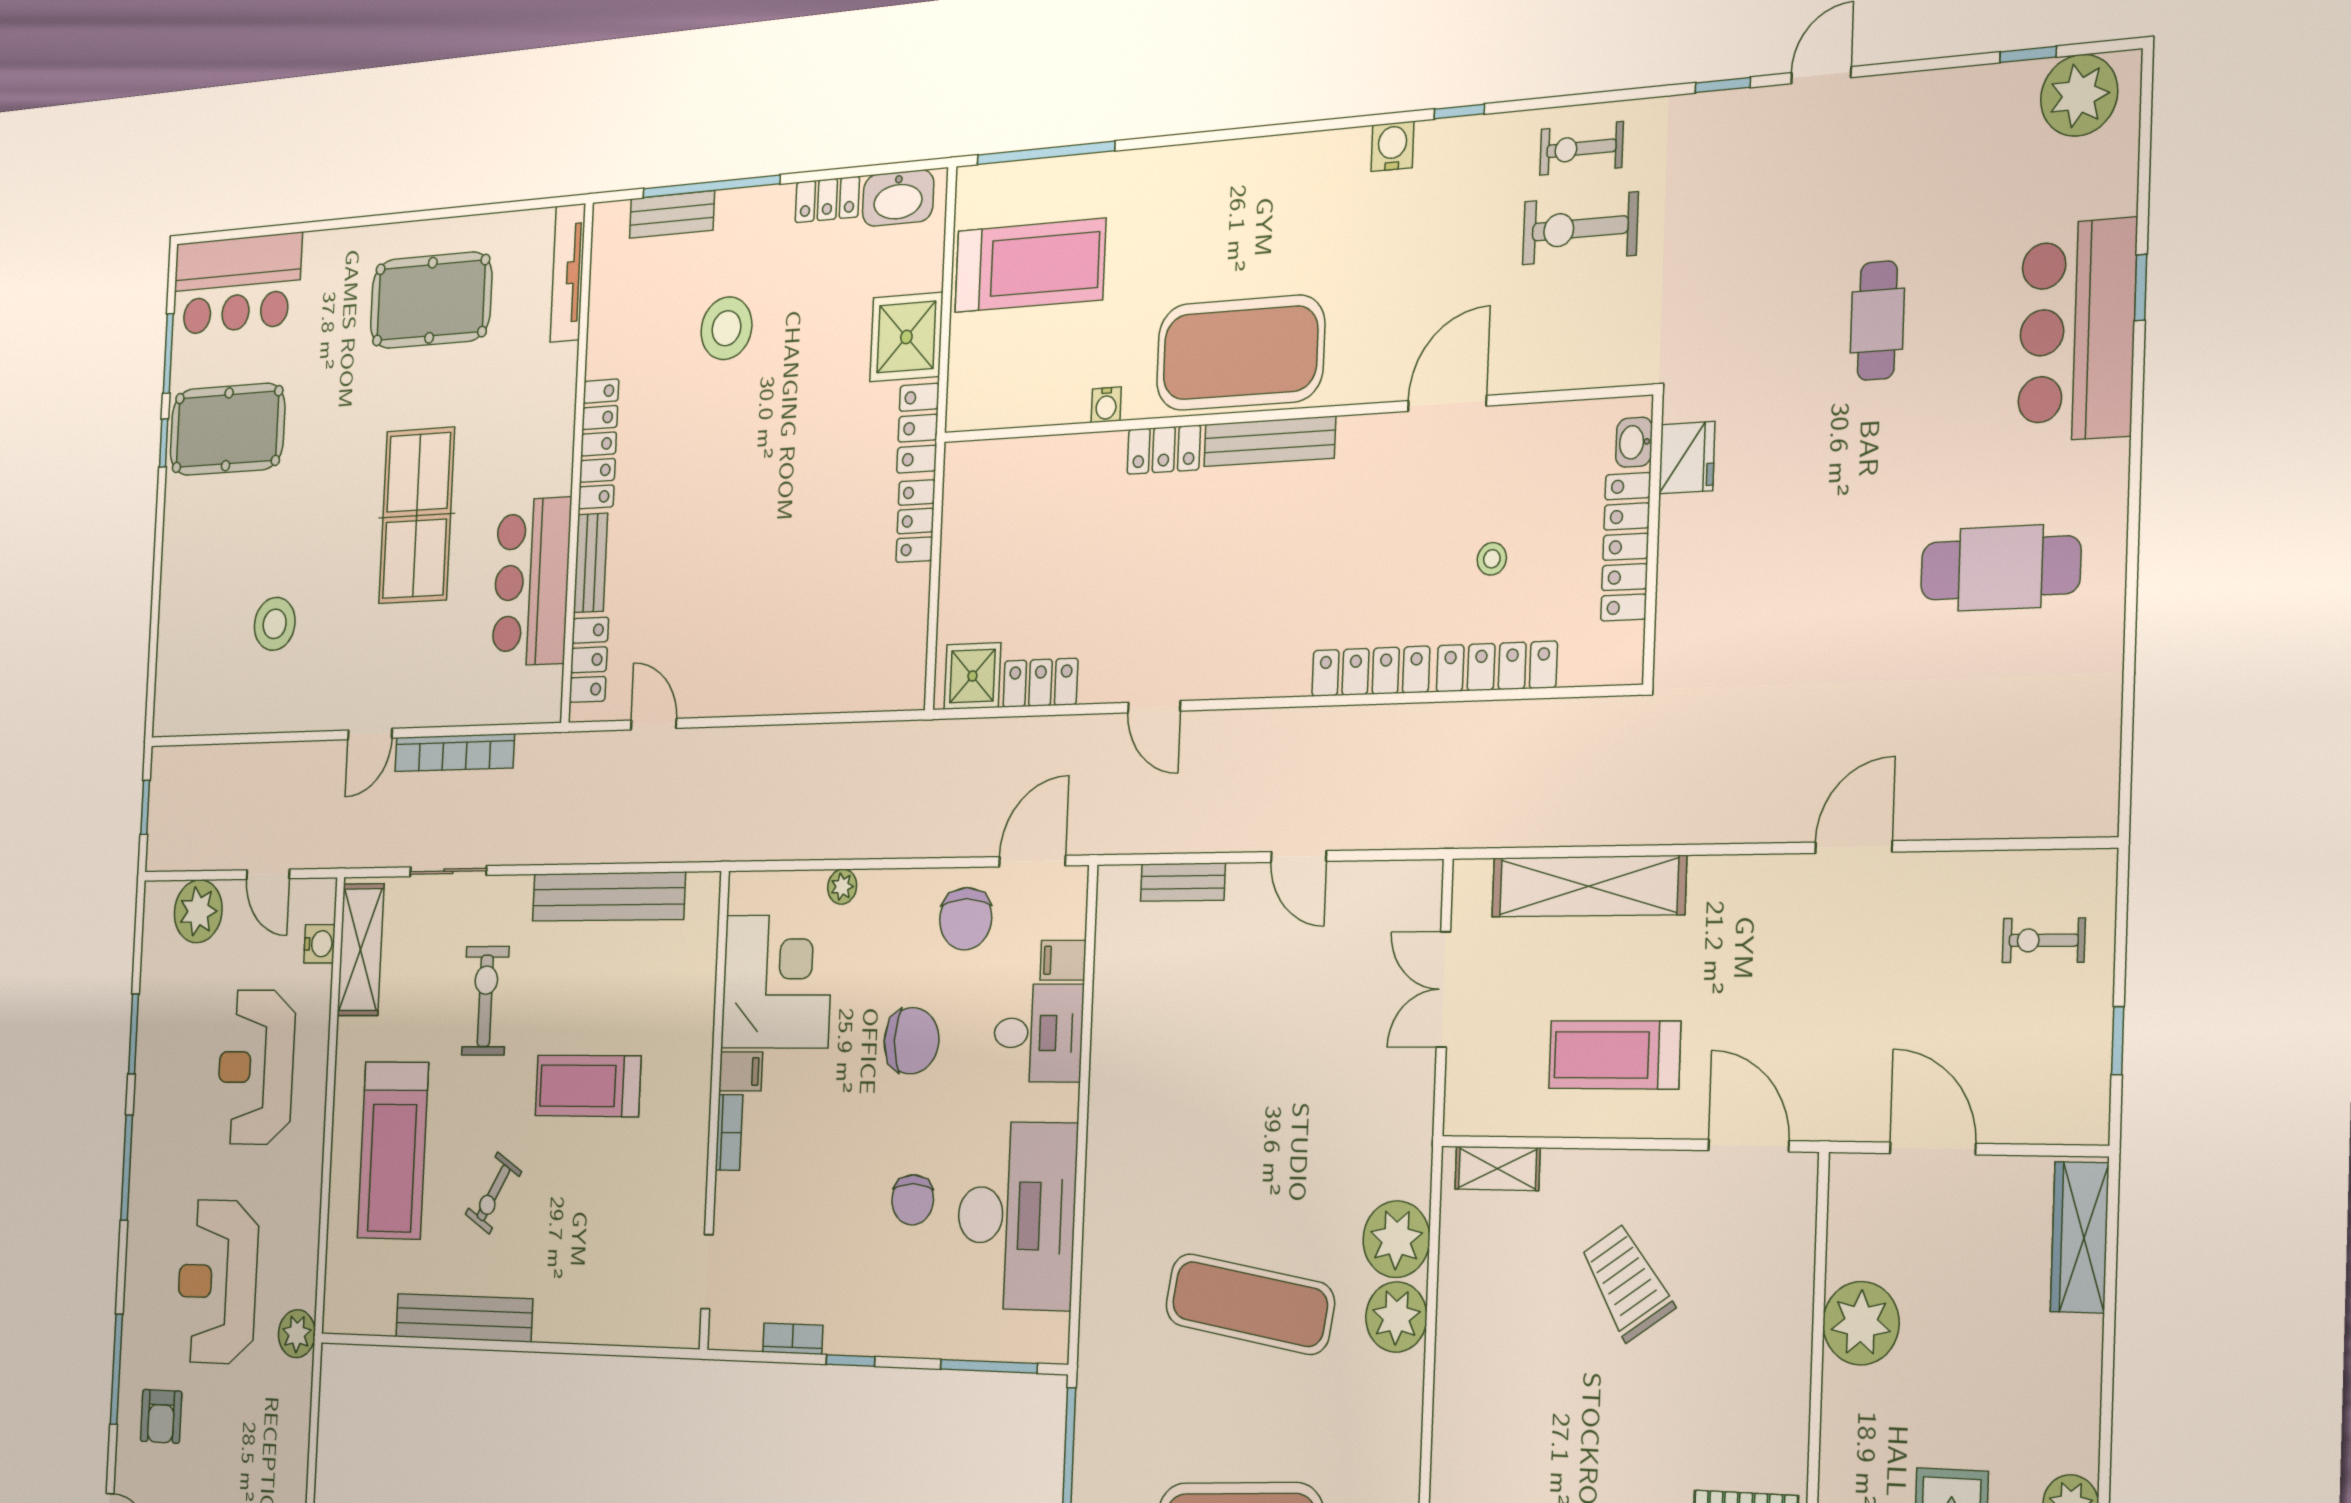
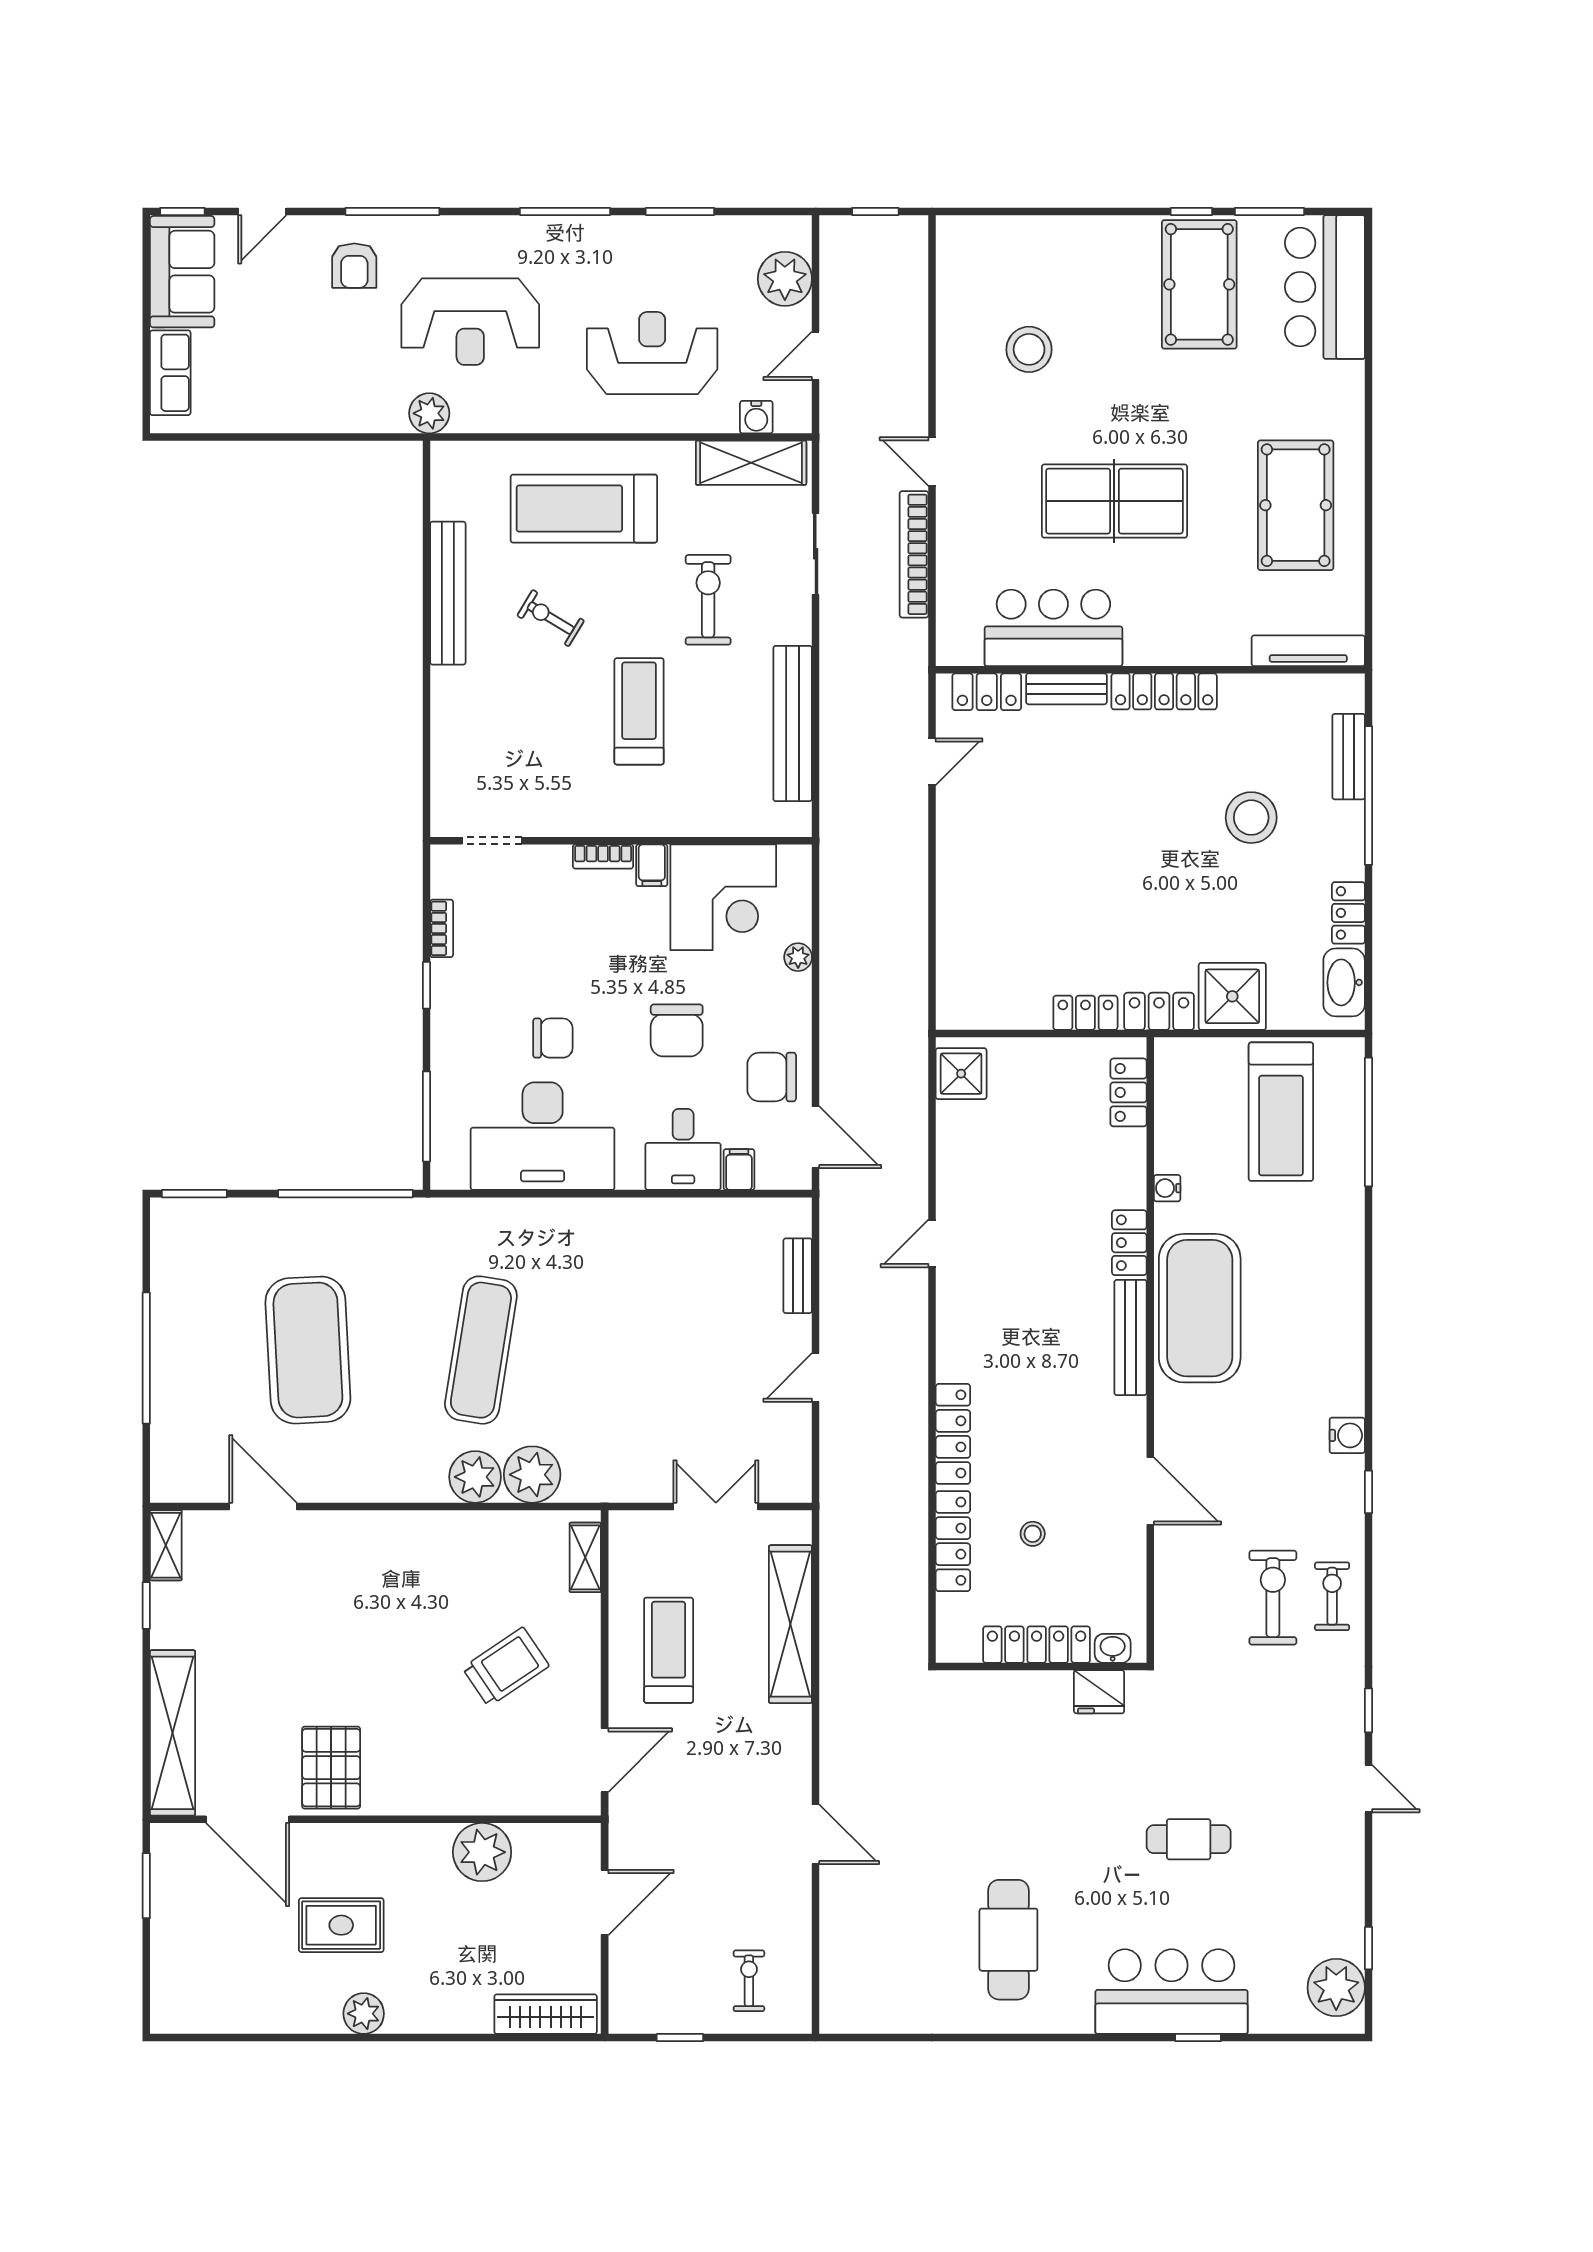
locker: (1040, 683) -> (1129, 1092), moved, turned 180
exercise bike: (485, 1001) -> (708, 600), turned -90
chair: (913, 1200) -> (553, 1038), turned 180
reception desk: (217, 1282) -> (470, 322), turned 180
armchair: (161, 1416) -> (354, 266), turned -90

